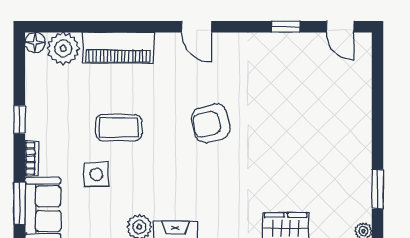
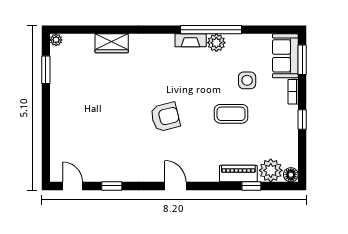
window: (90, 27) -> (251, 186), added
piano: (118, 48) -> (238, 174), width x0.73, depth x0.75

